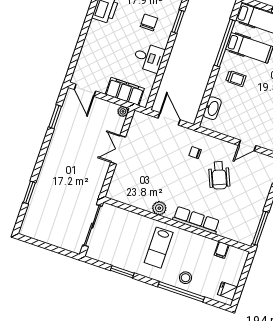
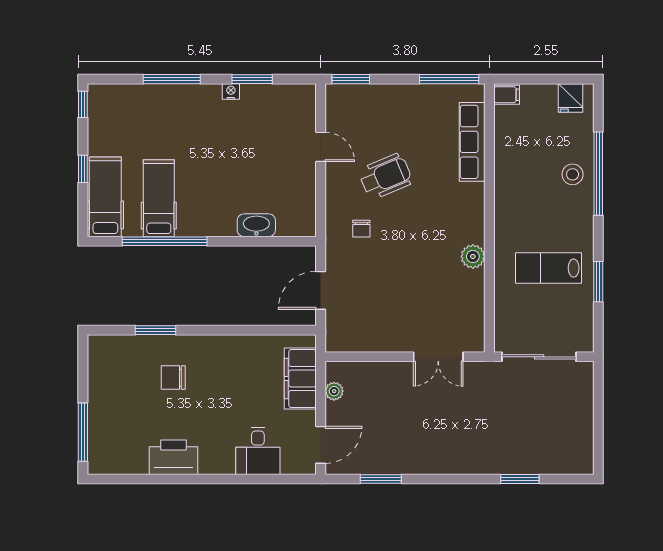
desk: (149, 58) -> (258, 451), moved, turned 180
trolley: (236, 78) -> (217, 203), removed
washbasin: (212, 108) -> (256, 225), moved
plant: (123, 111) -> (334, 391), moved
double door: (118, 150) -> (438, 357), moved
row of seats: (196, 220) -> (472, 142), moved
lab bench: (159, 248) -> (549, 268), moved, turned 180
filing cabinet: (222, 250) -> (507, 95), moved

